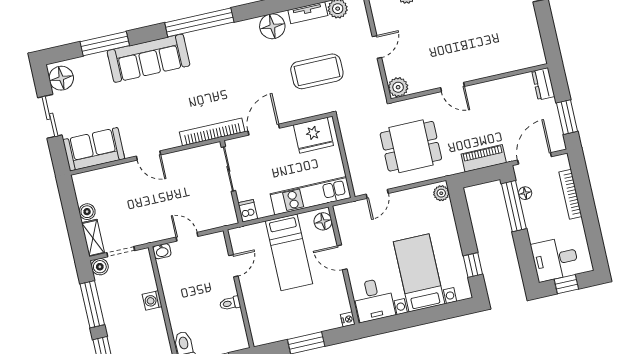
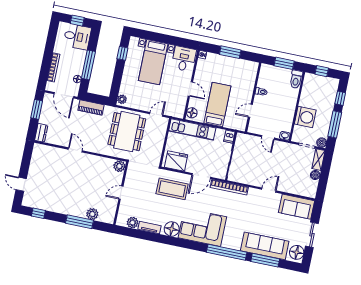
window: (199, 22) -> (227, 252), moved
corner sofa: (226, 51) -> (202, 227), added
sofa: (148, 58) -> (265, 246), moved
coffee table: (317, 71) -> (172, 189), moved
door: (452, 87) -> (75, 150), moved
dining table: (411, 146) -> (127, 132), width x1.38
door: (148, 156) -> (269, 190), hinge flipped
door: (535, 158) -> (64, 95), hinge flipped
window: (514, 206) -> (88, 65), moved
washing machine: (152, 300) -> (305, 117), width x1.89, depth x1.89

